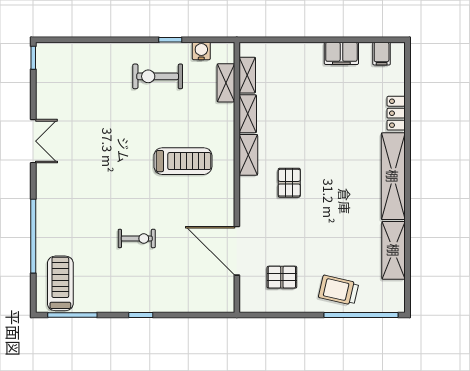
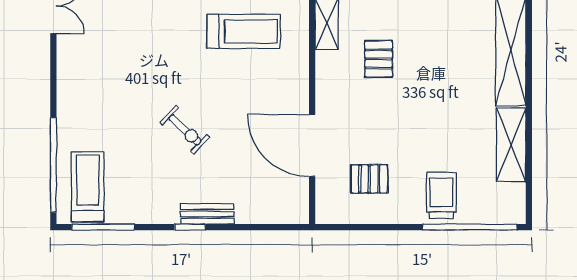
window: (33, 236) -> (53, 165), moved
exercise bike: (137, 238) -> (185, 130), turned 43
trolley: (339, 290) -> (441, 195), turned 77
bench: (154, 305) -> (207, 214), added

